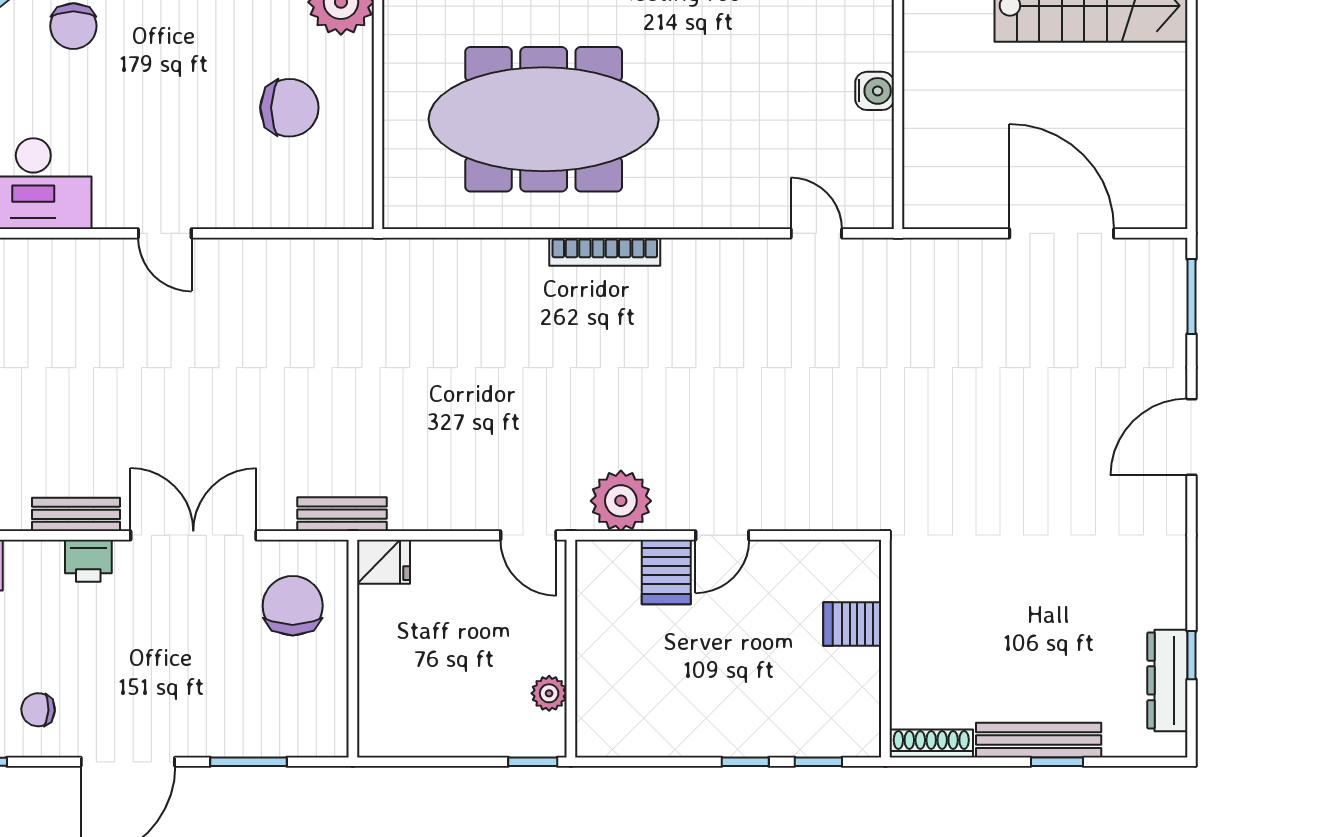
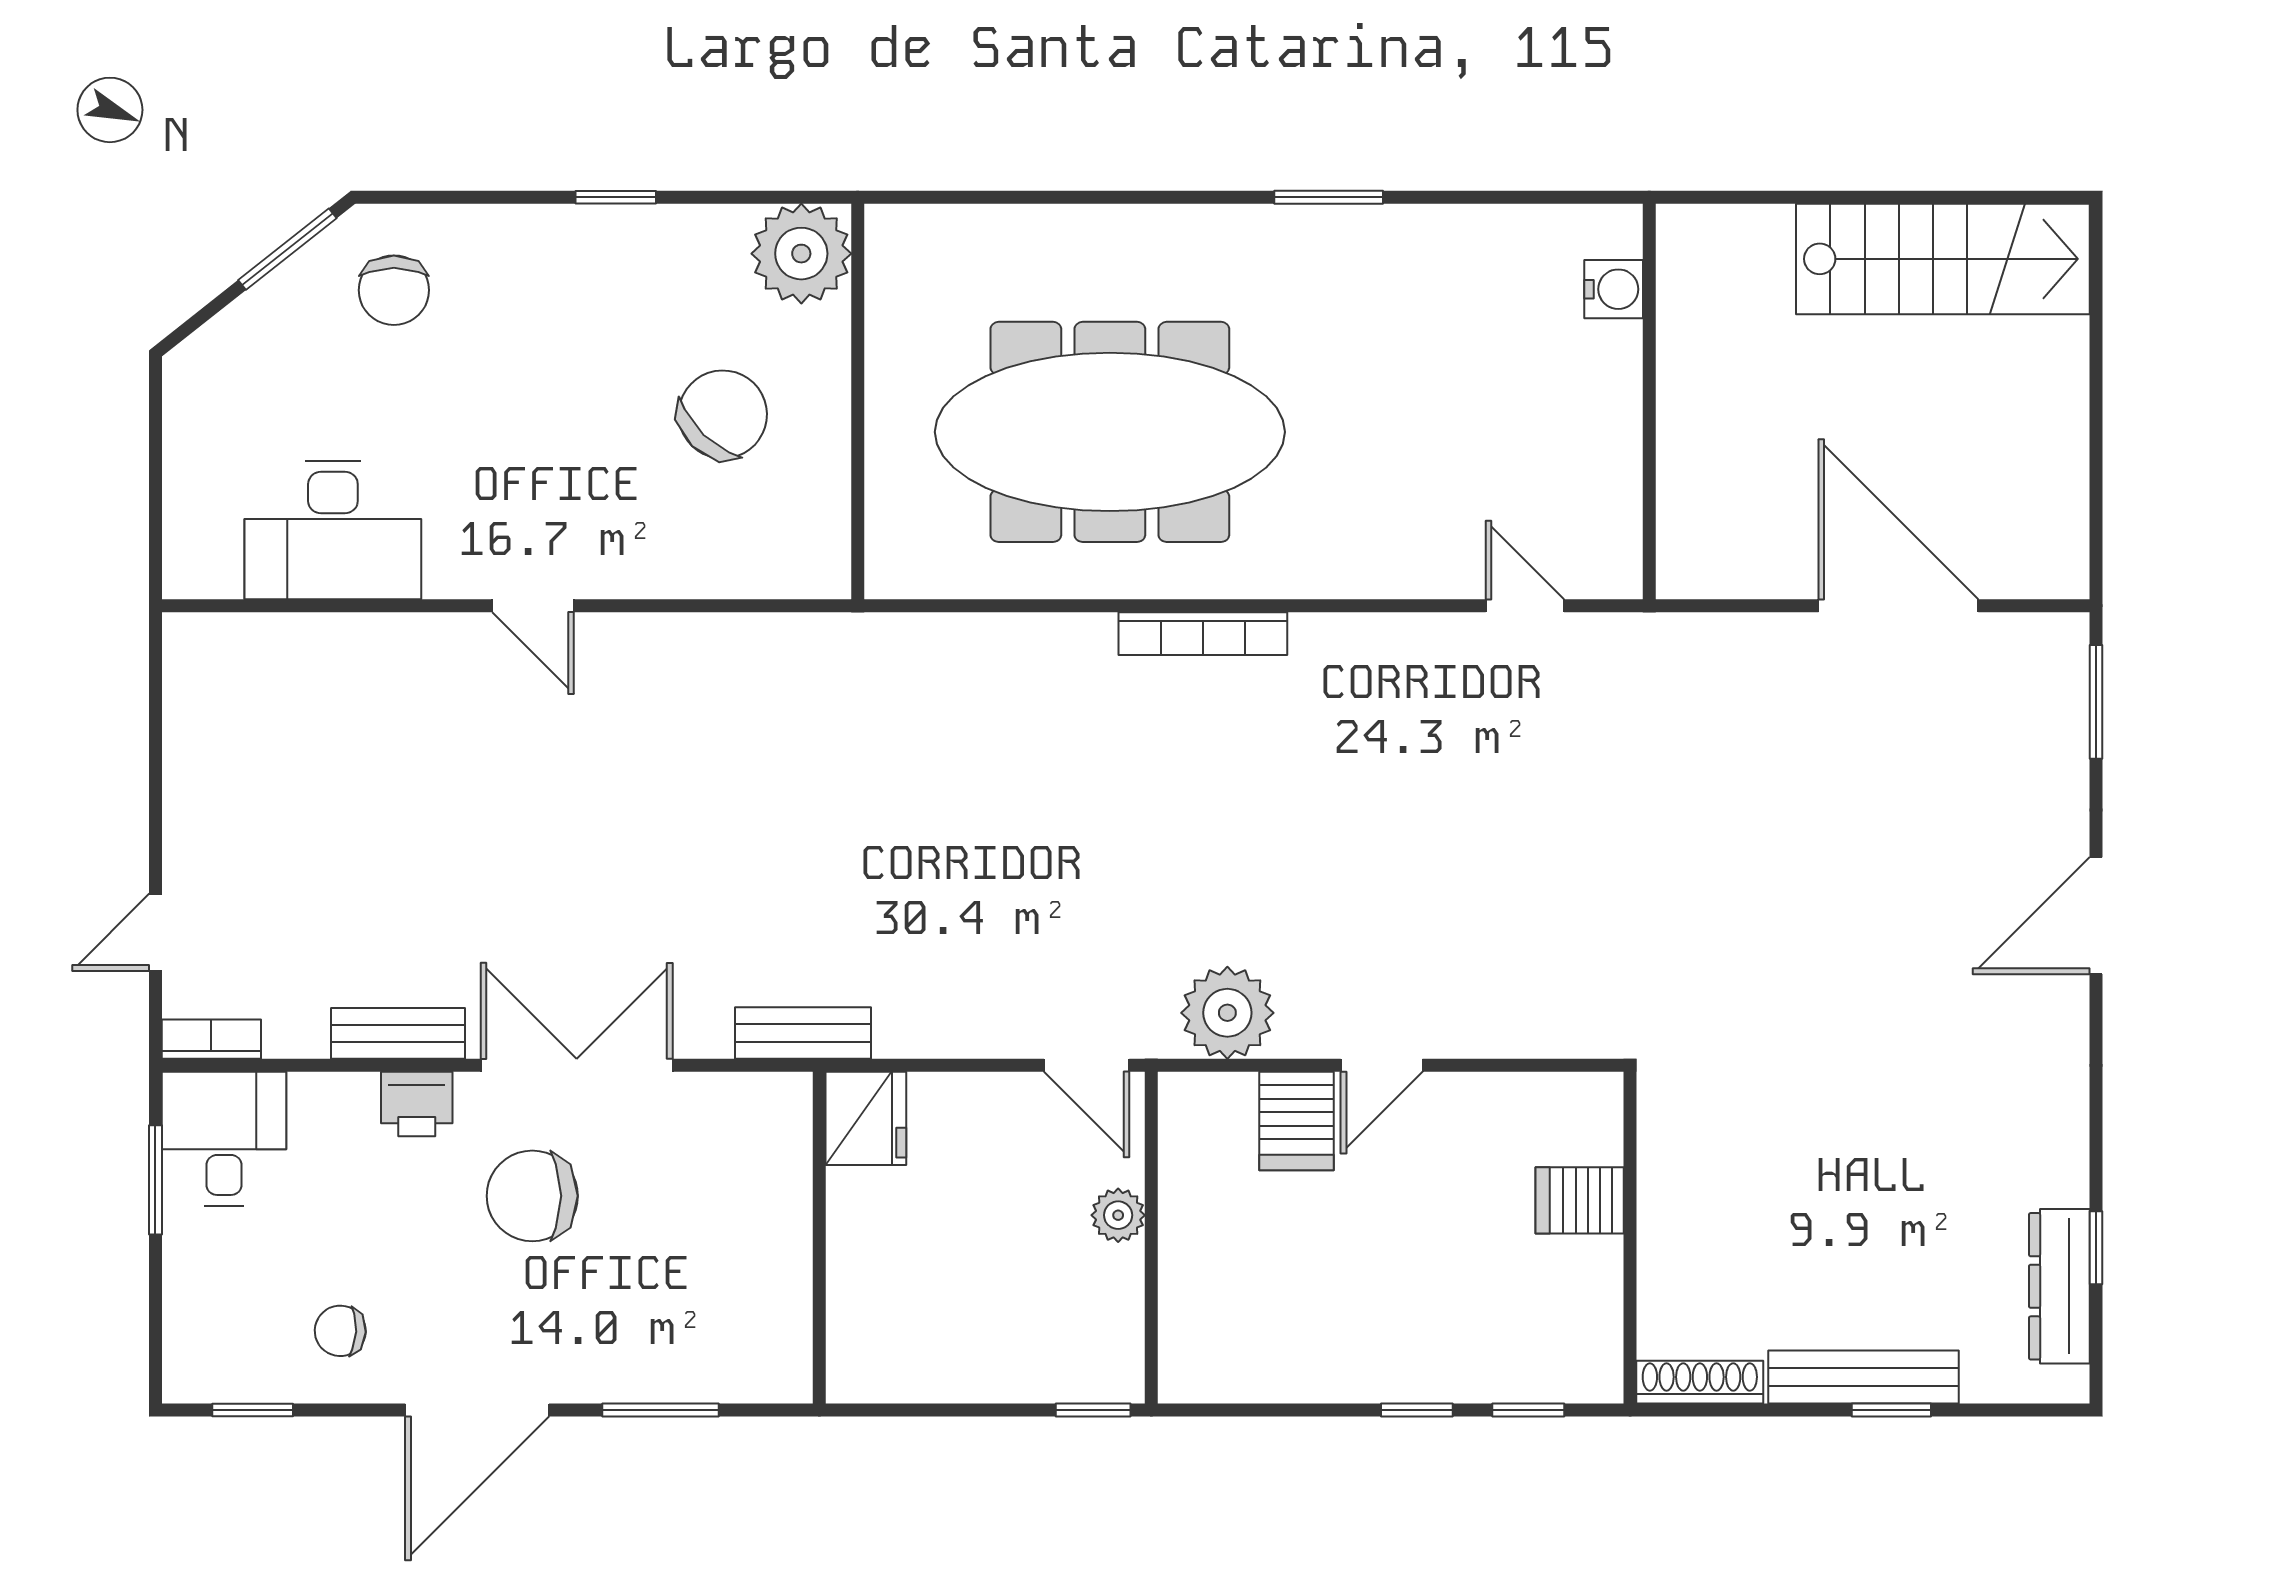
water cooler: (875, 91) -> (1614, 289), moved
chair: (289, 108) -> (723, 414), turned -47
fridge: (383, 562) -> (866, 1118), width x1.38
chair: (293, 606) -> (532, 1196), moved, turned -90
plant: (549, 693) -> (1118, 1215), moved

